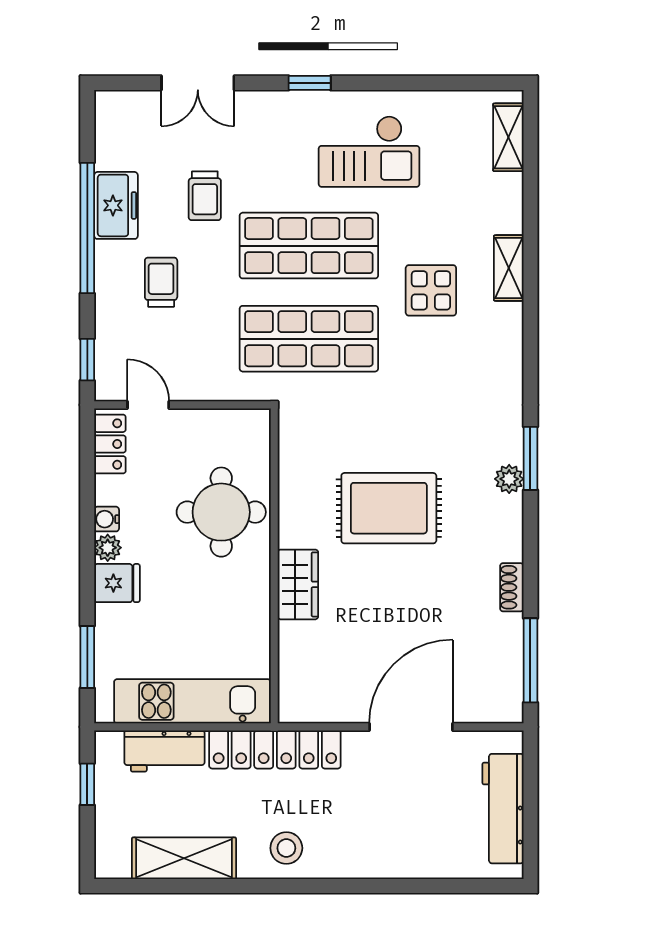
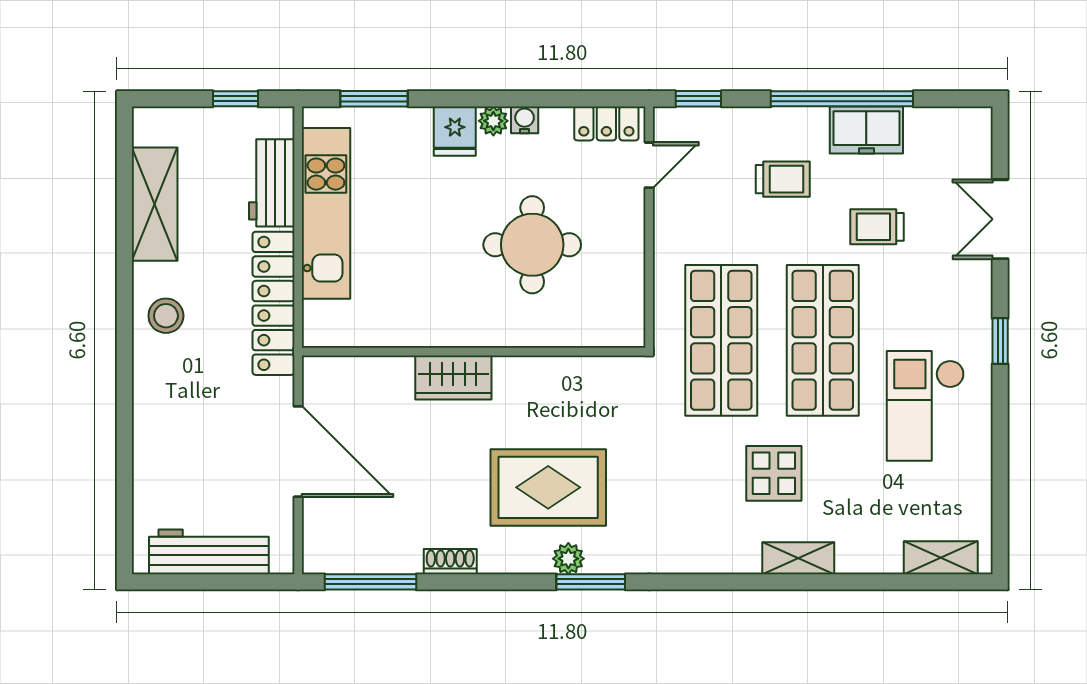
rug: (389, 508) -> (548, 487), moved, turned 90
wall: (274, 566) -> (474, 352), moved
wardrobe: (298, 584) -> (453, 377), moved

